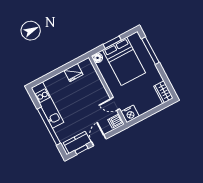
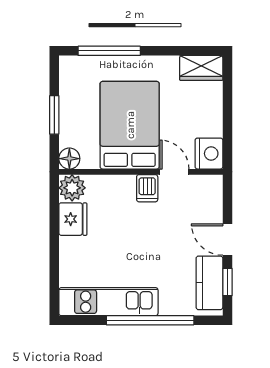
bed: (124, 61) -> (130, 125), moved, turned -90
plant: (86, 65) -> (72, 188), added
door: (115, 104) -> (174, 172), swing flipped
dishwasher: (116, 121) -> (147, 188), moved

